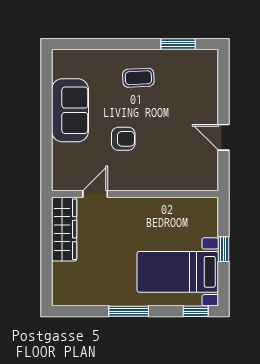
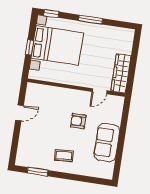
door: (223, 137) -> (19, 113), hinge flipped
bed with nightstands: (178, 272) -> (57, 45), width x1.36

